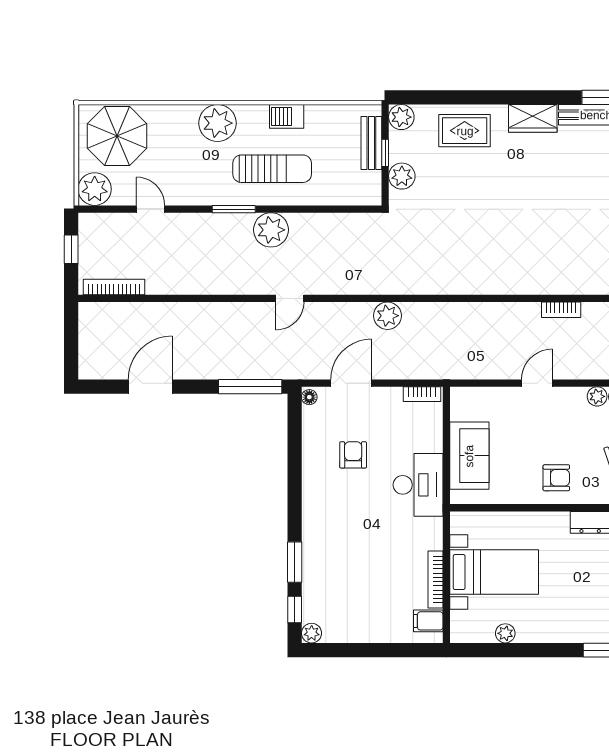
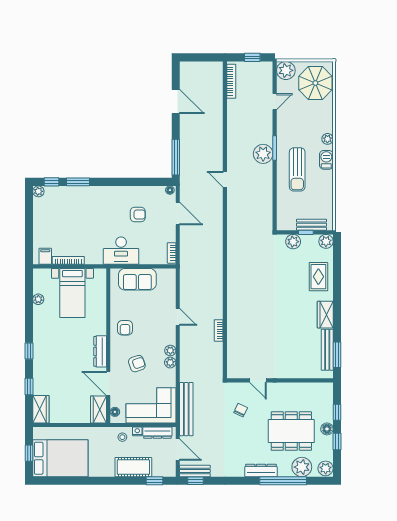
barbecue: (287, 116) -> (326, 160), moved
plant: (217, 123) -> (327, 139), width x0.53, depth x0.53
plant: (271, 230) -> (263, 154), moved
plant: (387, 316) -> (215, 234), removed

